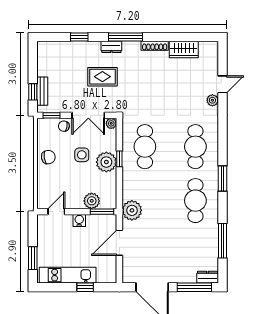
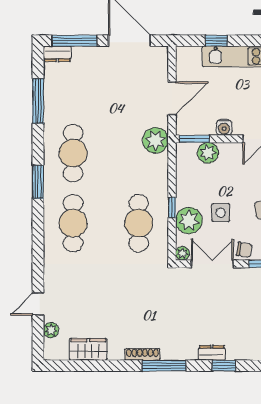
shoe rack: (155, 46) -> (142, 354), moved
dresser: (111, 47) -> (212, 353), moved
rug: (102, 77) -> (194, 314), removed
plant: (212, 100) -> (51, 330), moved
plant: (106, 162) -> (189, 221), moved

